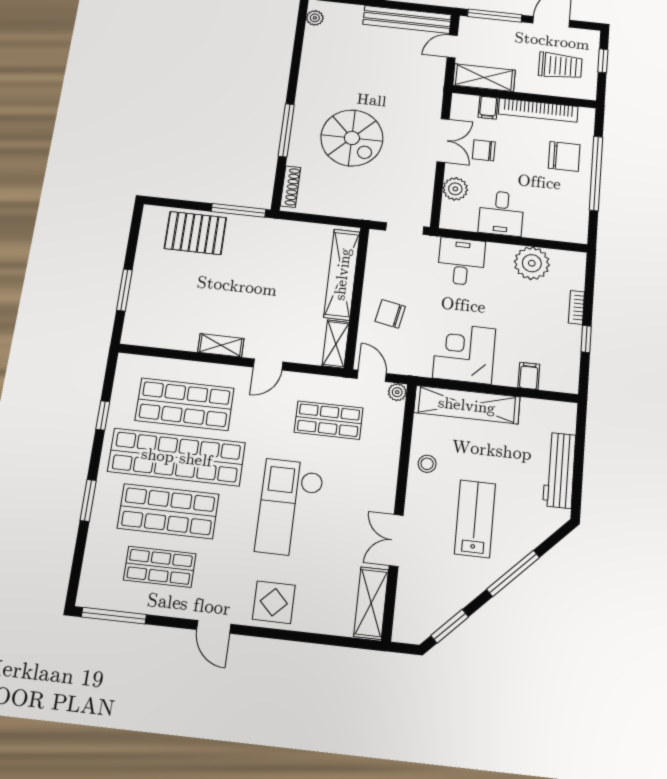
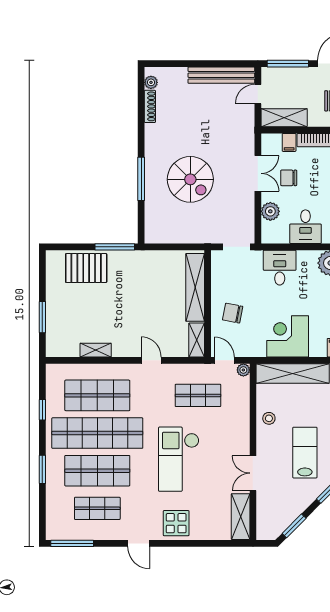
shoe rack: (290, 187) -> (150, 106), moved
shelving: (221, 345) -> (96, 350), moved
door: (268, 365) -> (151, 360), swing flipped

